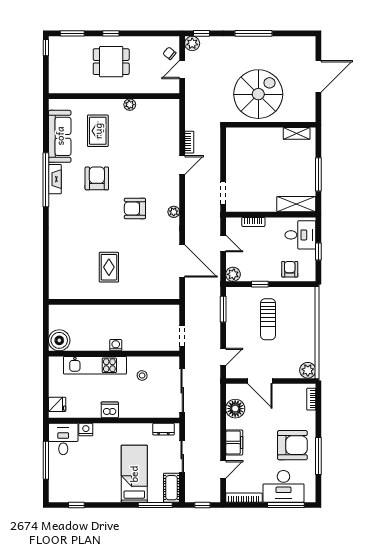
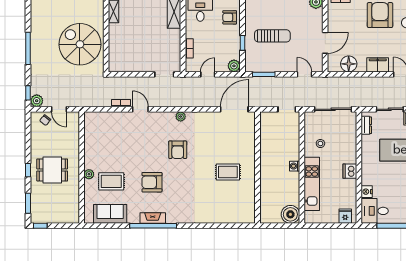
dining table: (111, 62) -> (52, 170), turned 90
plant: (130, 105) -> (89, 174), moved
sofa: (60, 136) -> (110, 214), width x0.73
door: (182, 261) -> (234, 109), moved

